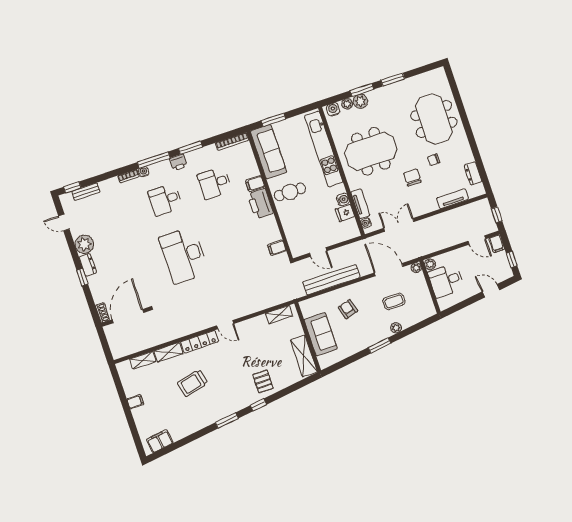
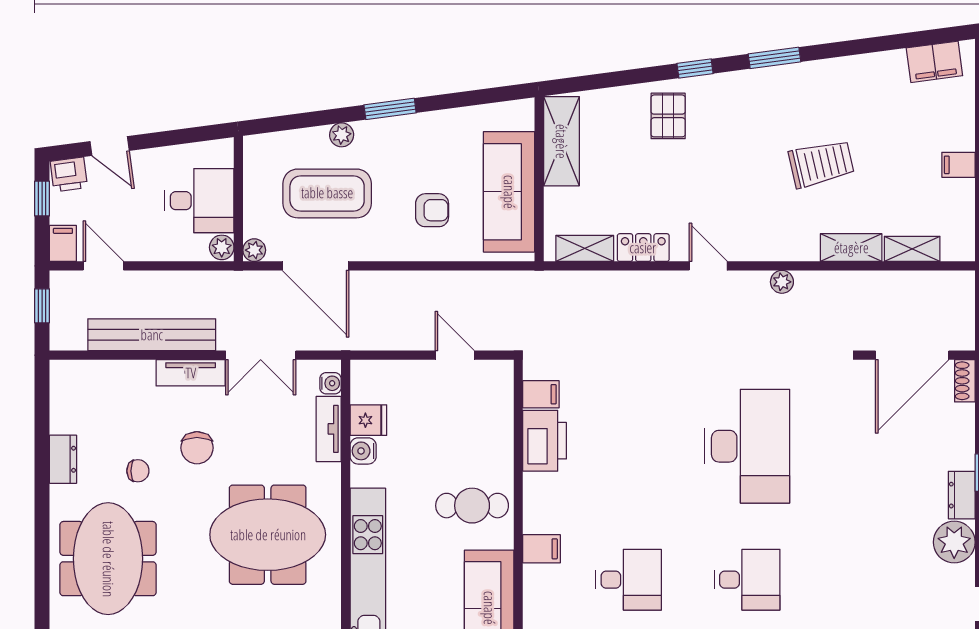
dresser: (473, 173) -> (63, 459), moved
tv unit: (453, 199) -> (191, 373), moved
printer: (260, 204) -> (545, 441), moved
printer: (504, 273) -> (69, 174), added
bench: (331, 280) -> (152, 335), moved
coffee table: (394, 301) -> (327, 193), width x1.86, depth x1.72
armchair: (348, 309) -> (432, 210), turned -74
plant: (192, 328) -> (782, 282), added
sofa: (321, 334) -> (509, 192), width x1.36
locker: (200, 342) -> (643, 248), moved, width x0.66

